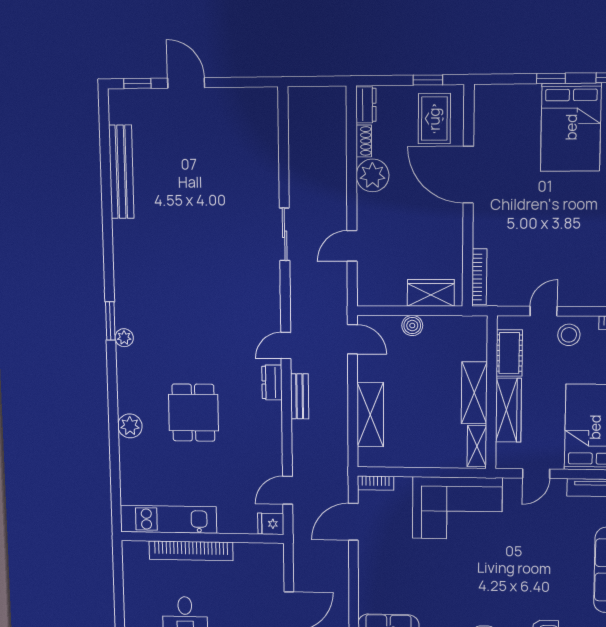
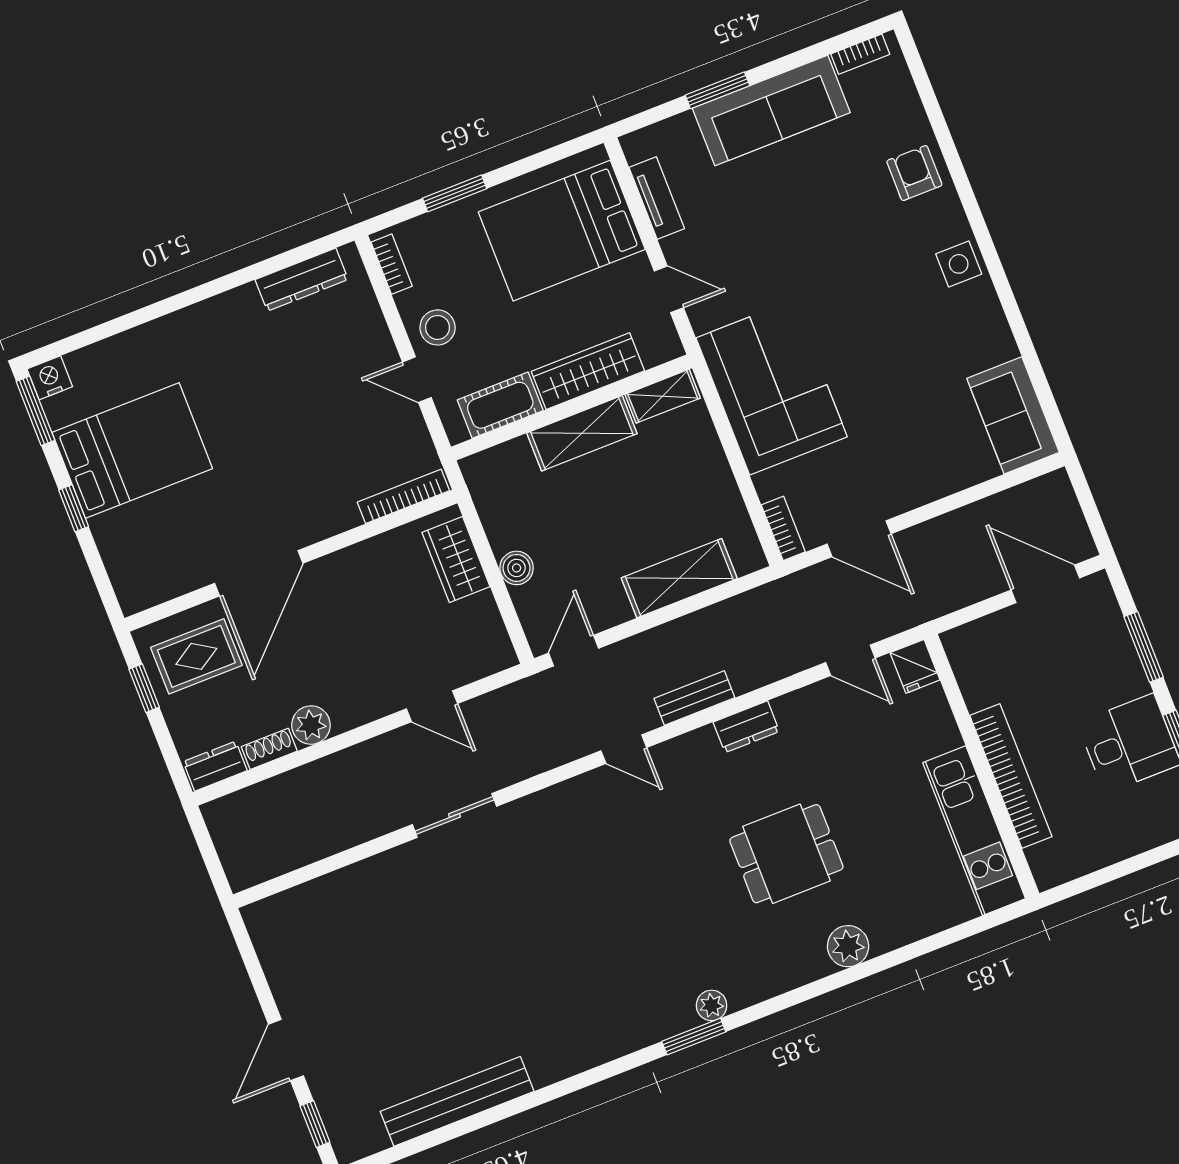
plant: (373, 175) -> (311, 725), width x0.73, depth x0.73
dresser: (272, 382) -> (746, 727), moved

